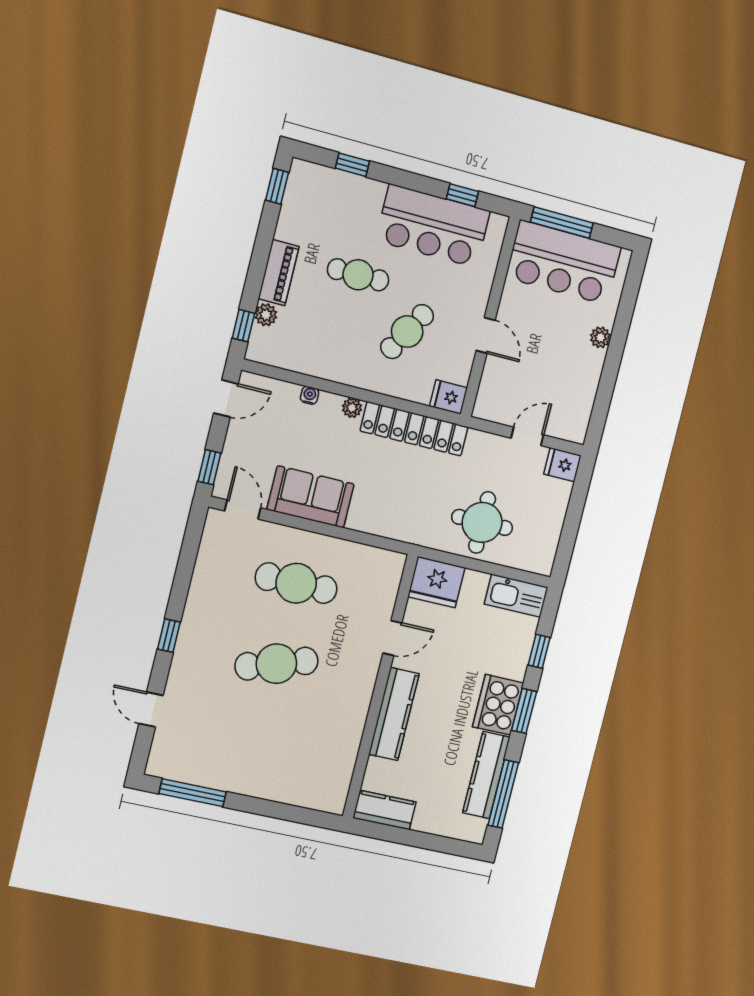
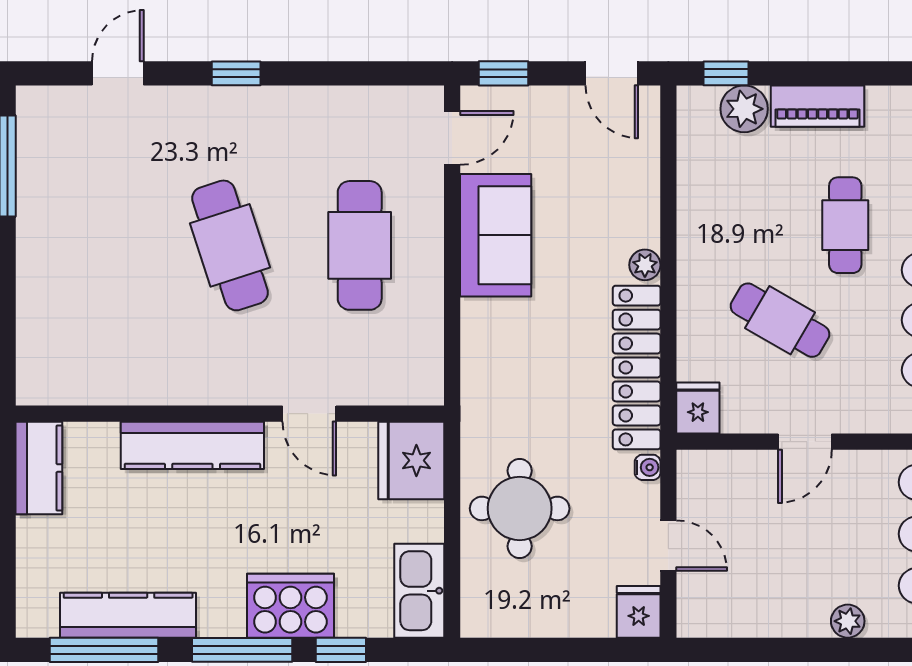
plant: (266, 315) -> (744, 109), width x1.38, depth x1.38
water cooler: (310, 395) -> (648, 467), moved
cooker: (498, 705) -> (290, 606), moved
window: (524, 711) -> (242, 650), width x1.44

